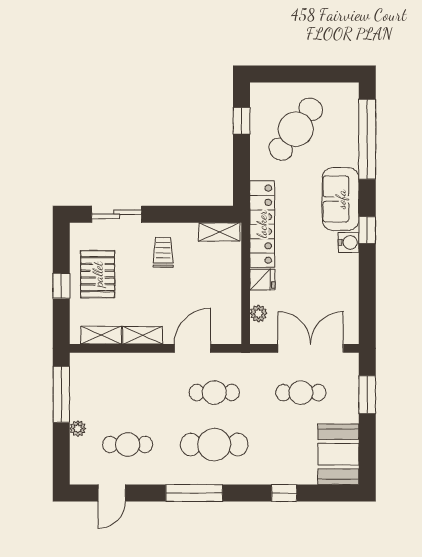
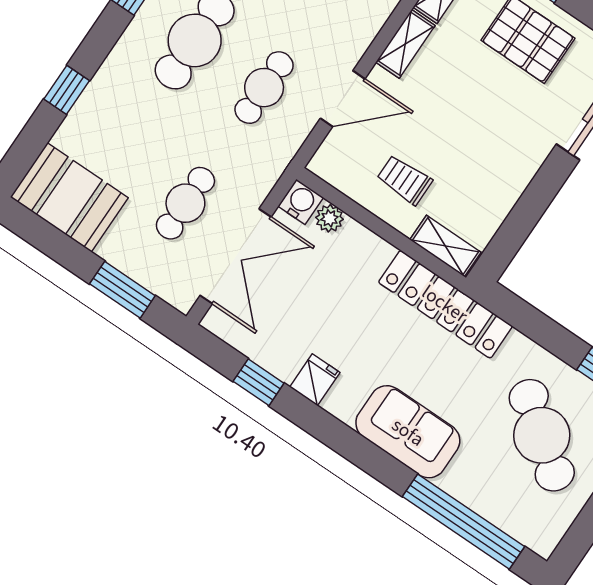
window: (367, 230) -> (259, 382), moved
shelving: (219, 232) -> (445, 246), moved, turned 90
water cooler: (349, 242) -> (301, 202), moved, turned 180
trolley: (163, 252) -> (405, 180), moved, turned 180
fridge: (262, 280) -> (315, 380), moved, turned 180
door: (192, 348) -> (343, 99), hinge flipped

